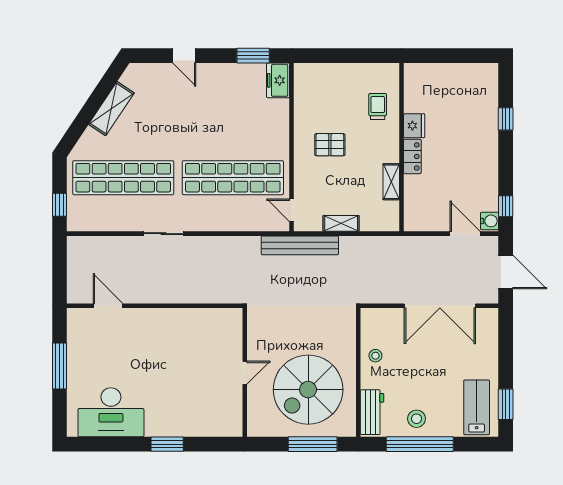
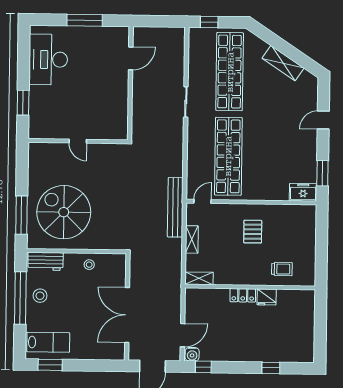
shelving: (391, 182) -> (199, 278), moved
wall: (245, 372) -> (78, 141), moved
door: (245, 373) -> (78, 141), moved

